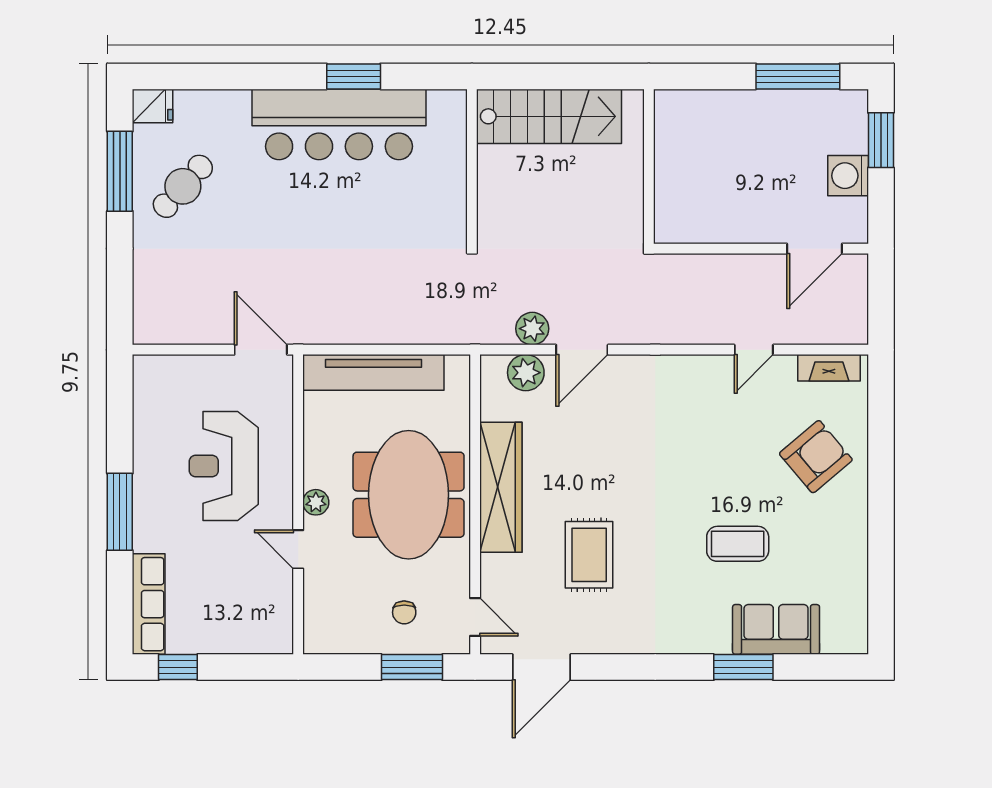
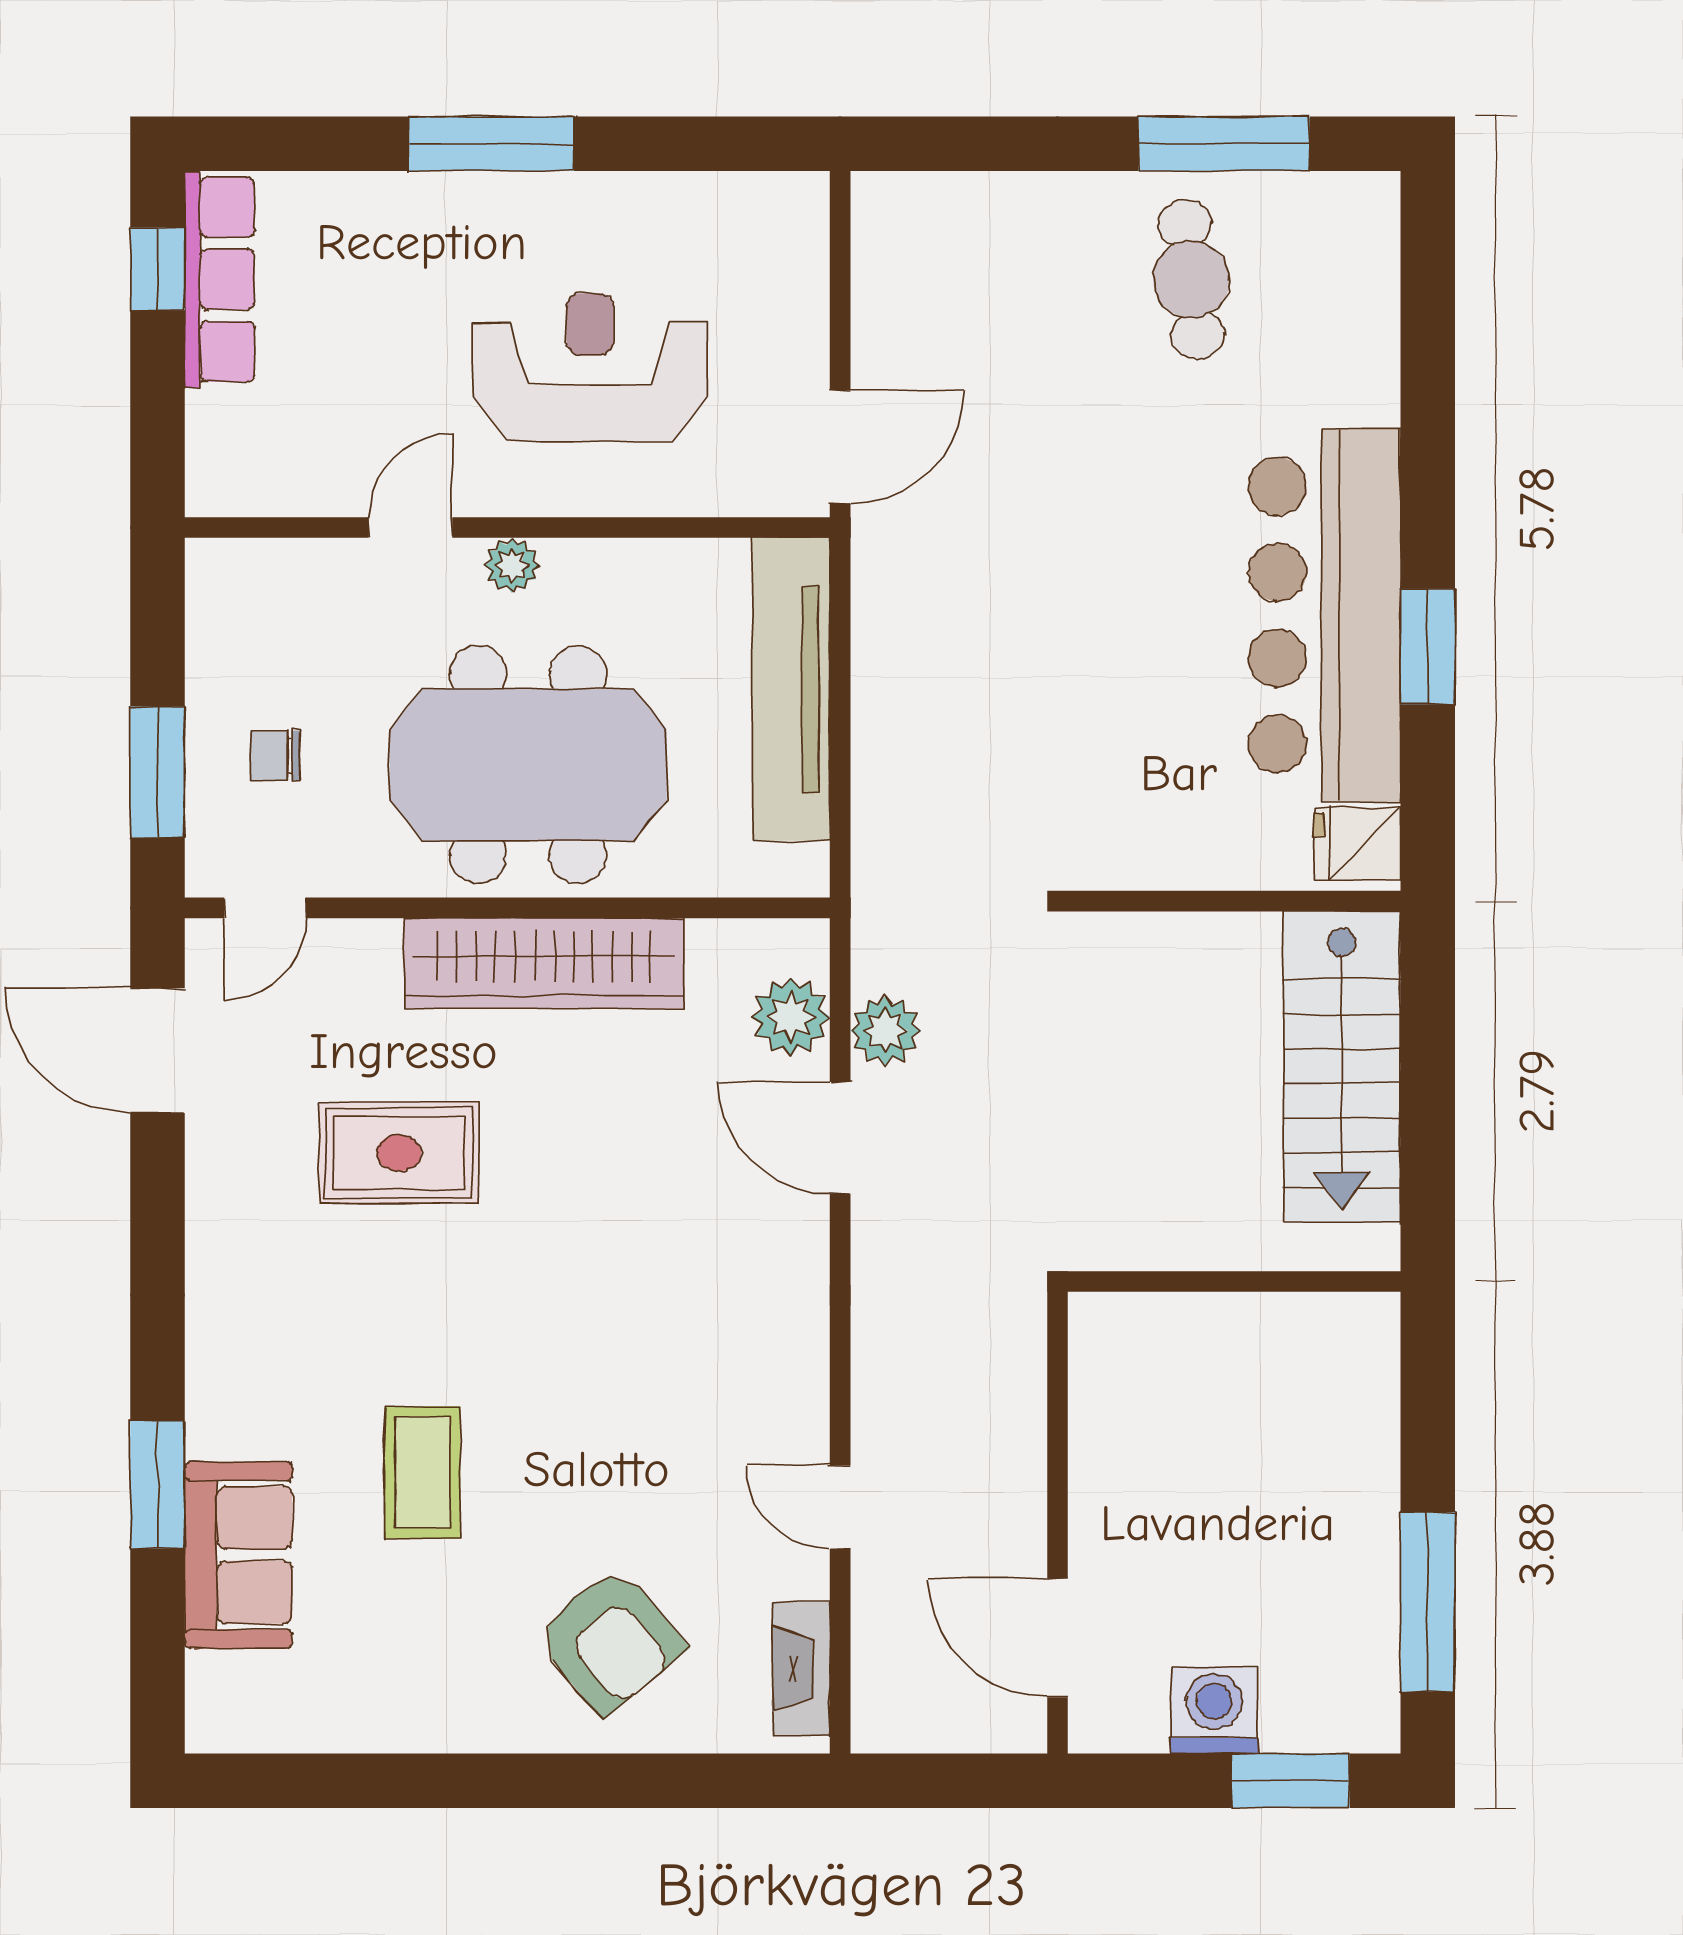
fridge: (153, 106) -> (1357, 844), moved, turned 90
cafe table: (183, 186) -> (1191, 279), turned 41
row of seats: (149, 604) -> (220, 279), moved, turned -90

